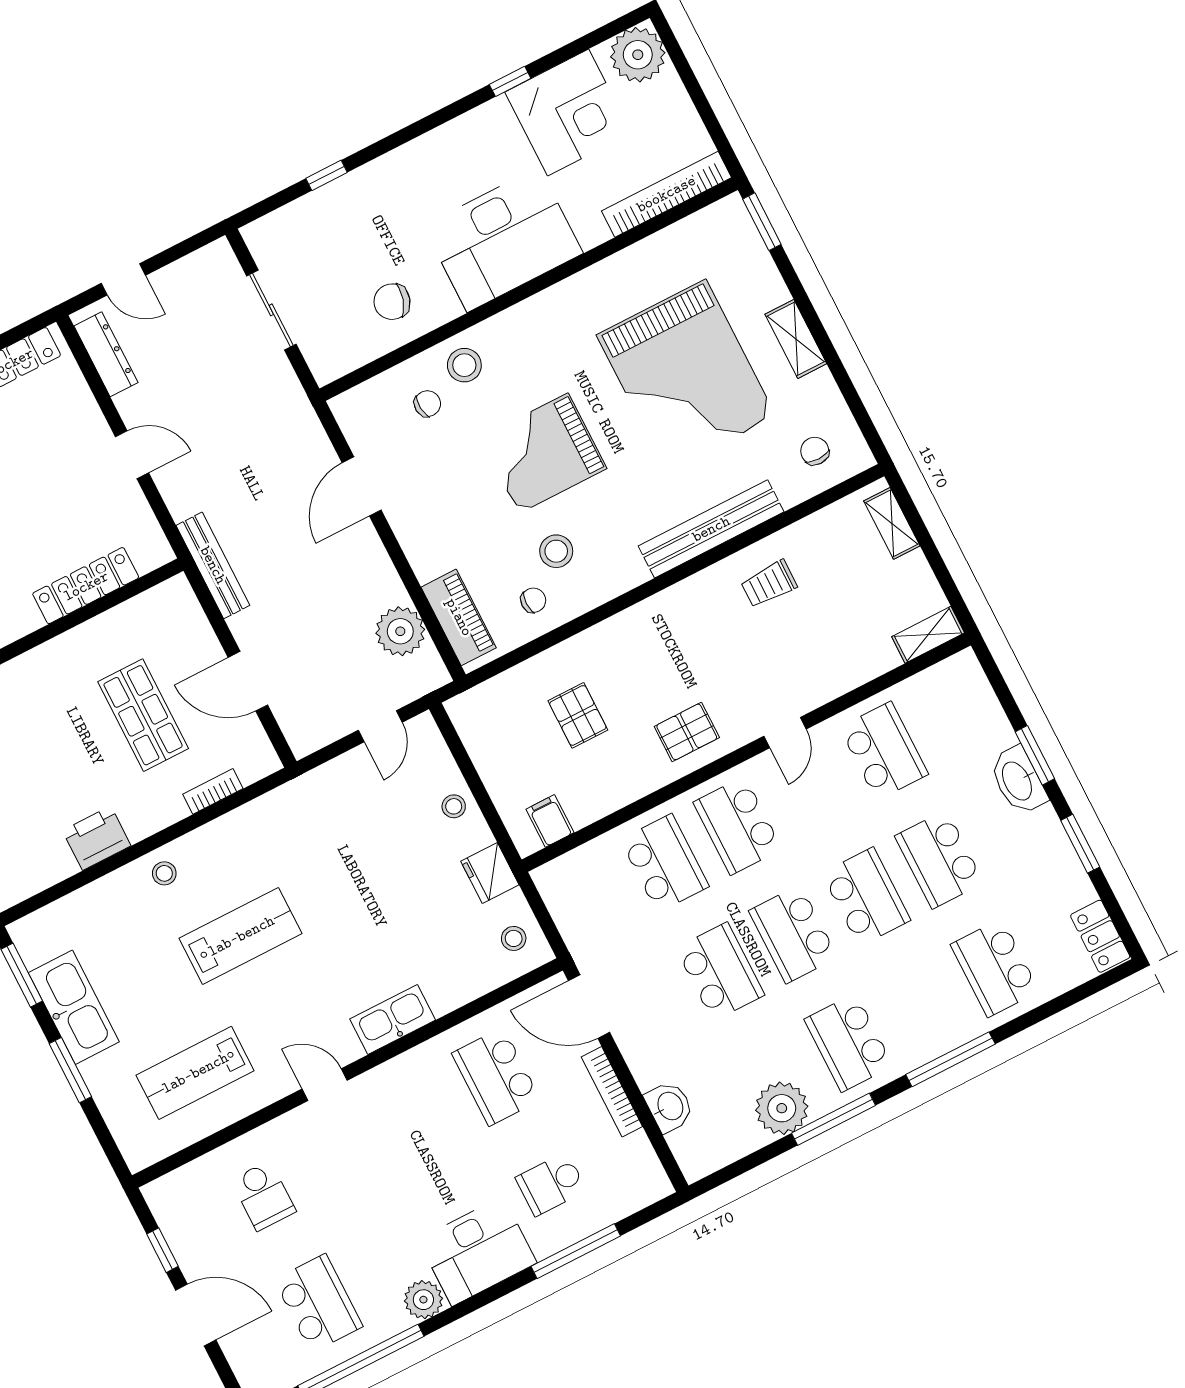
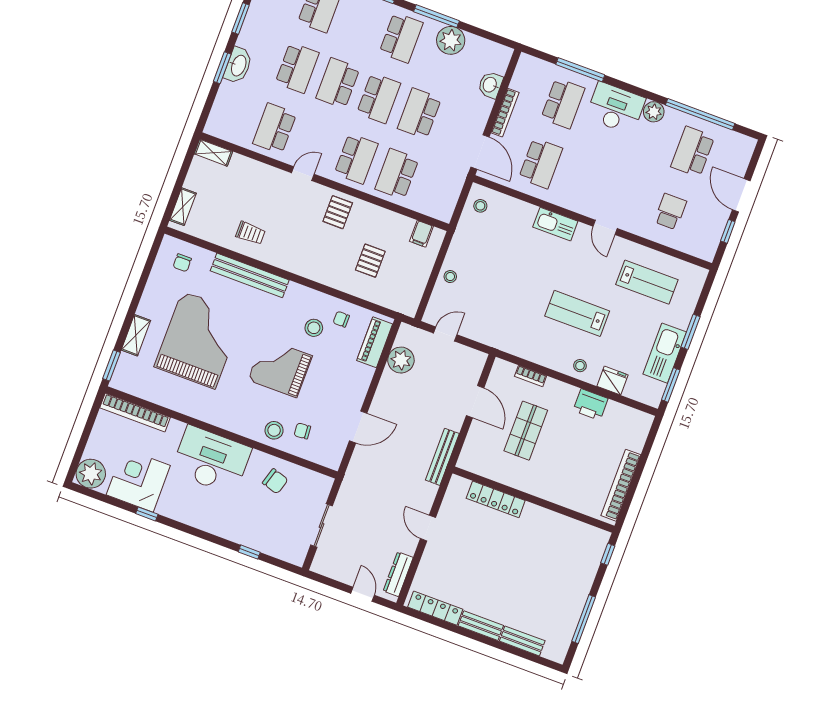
shelving: (796, 339) -> (136, 335), moved
grand piano: (544, 453) -> (280, 368), turned 180
pallet: (687, 732) -> (338, 212), turned 90
fridge: (490, 873) -> (612, 381), moved, turned -90
school desk: (551, 1184) -> (563, 103), width x1.85

